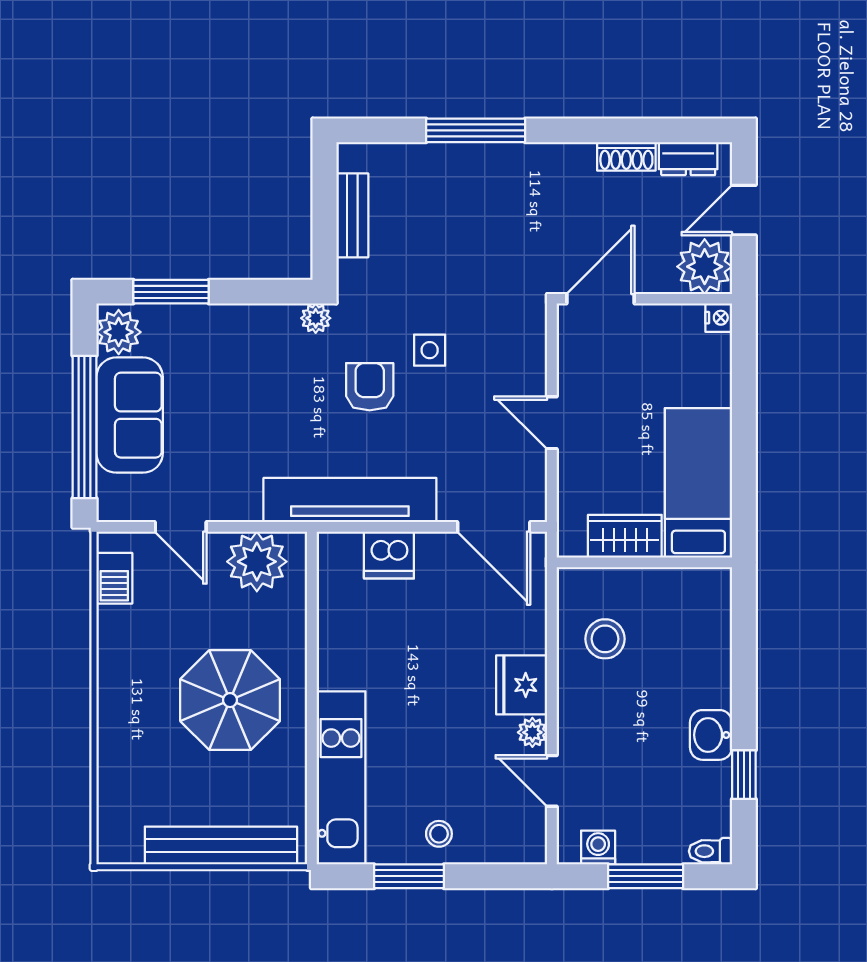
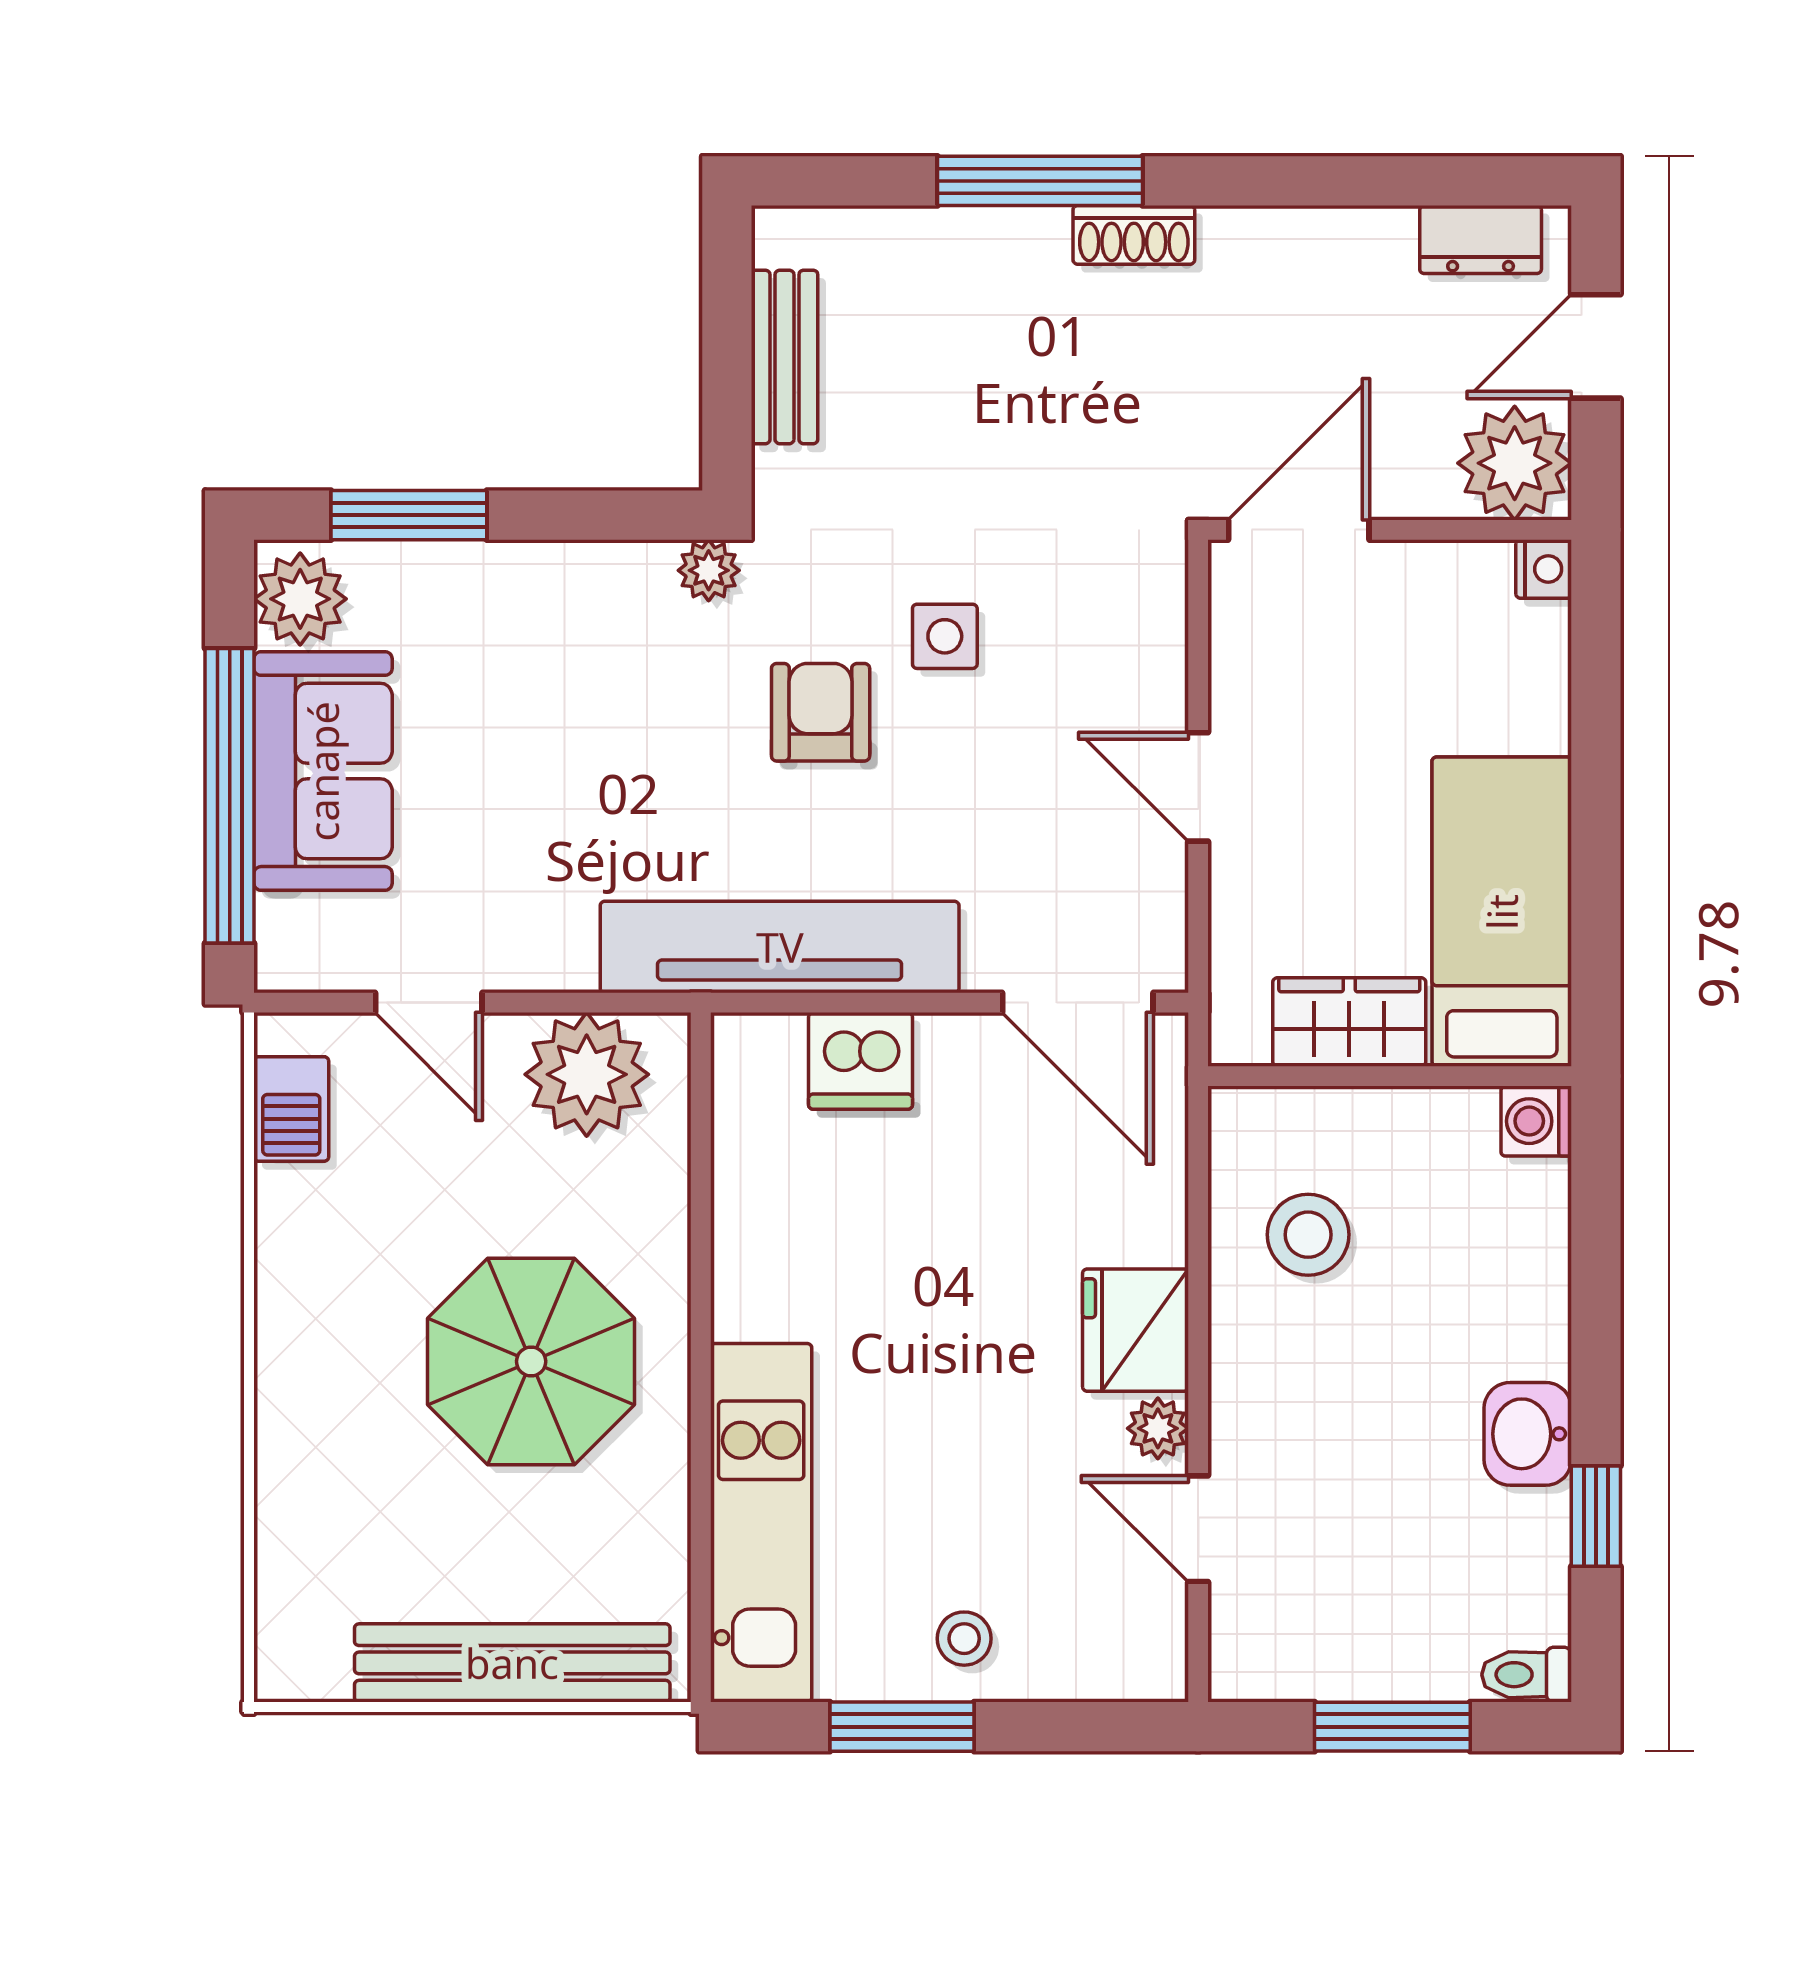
shoe rack: (626, 156) -> (1134, 235), moved
washing machine: (598, 847) -> (1536, 1121), moved, turned -90

